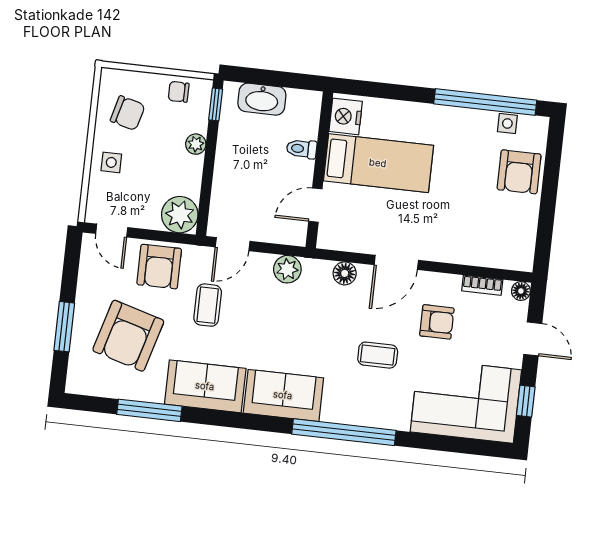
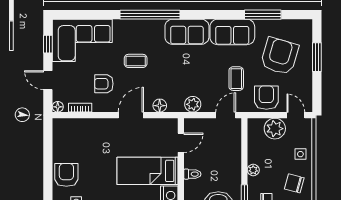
plant: (180, 215) -> (275, 129), moved

